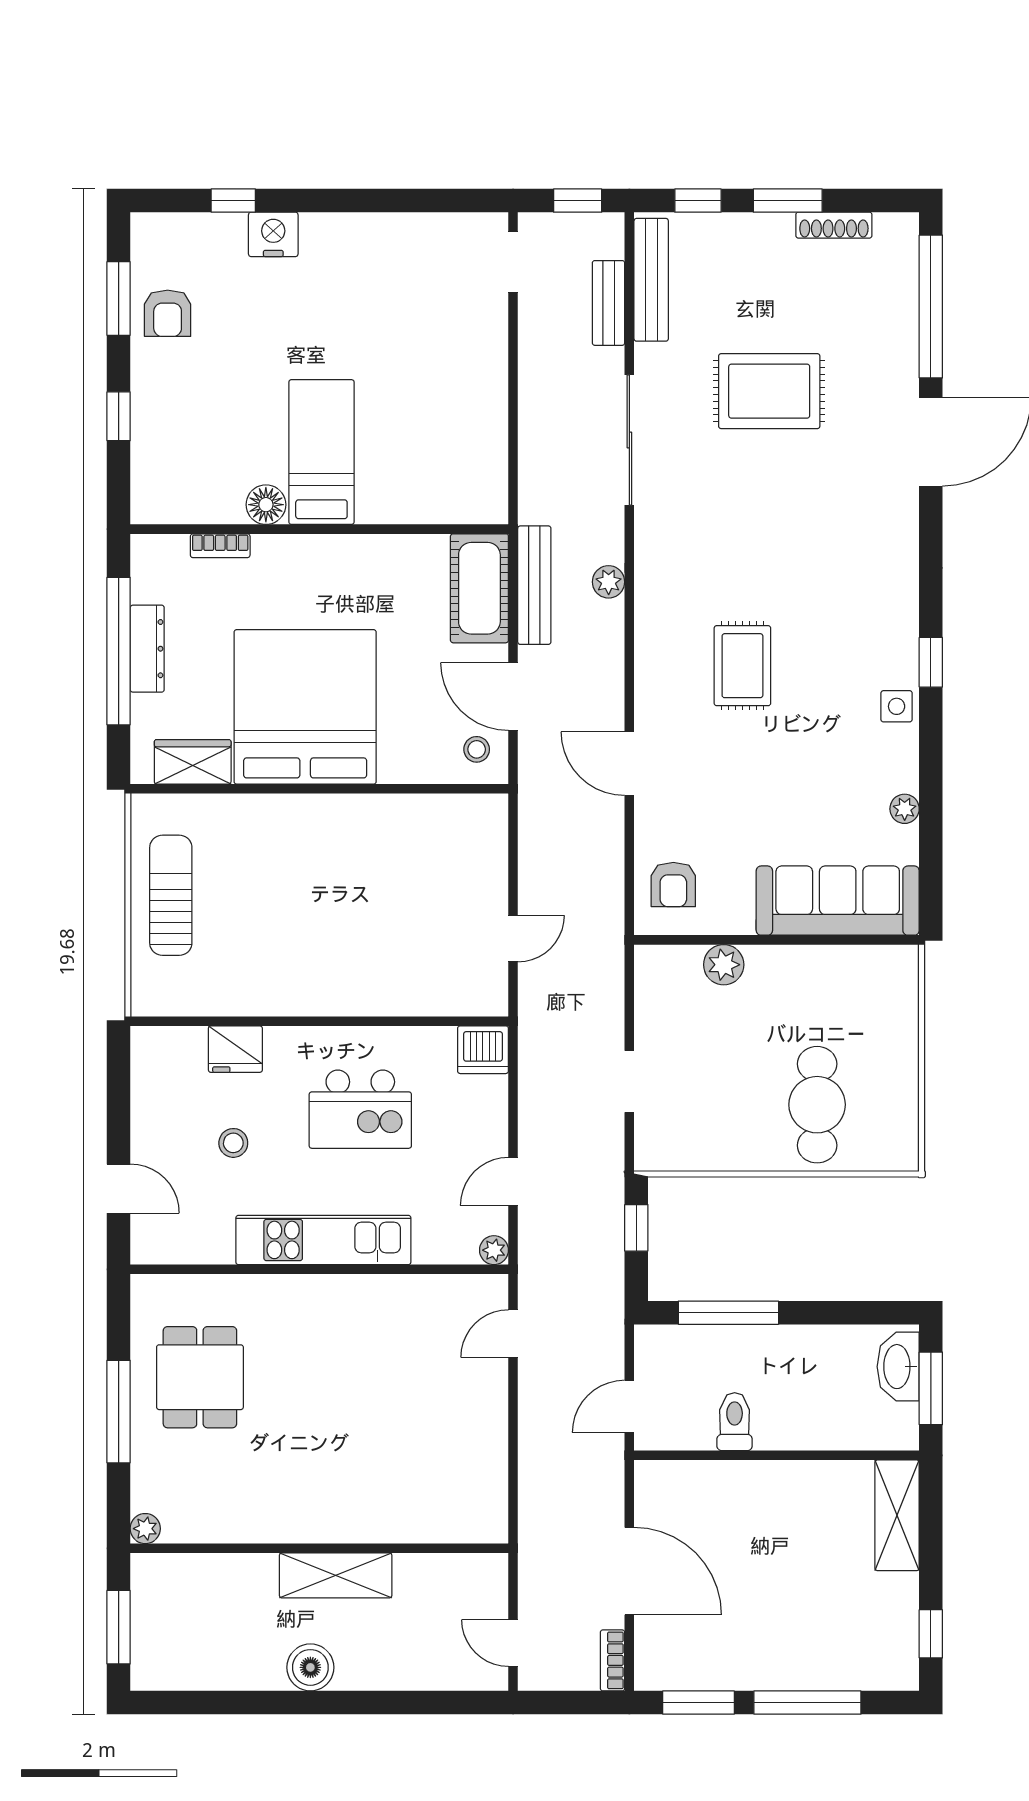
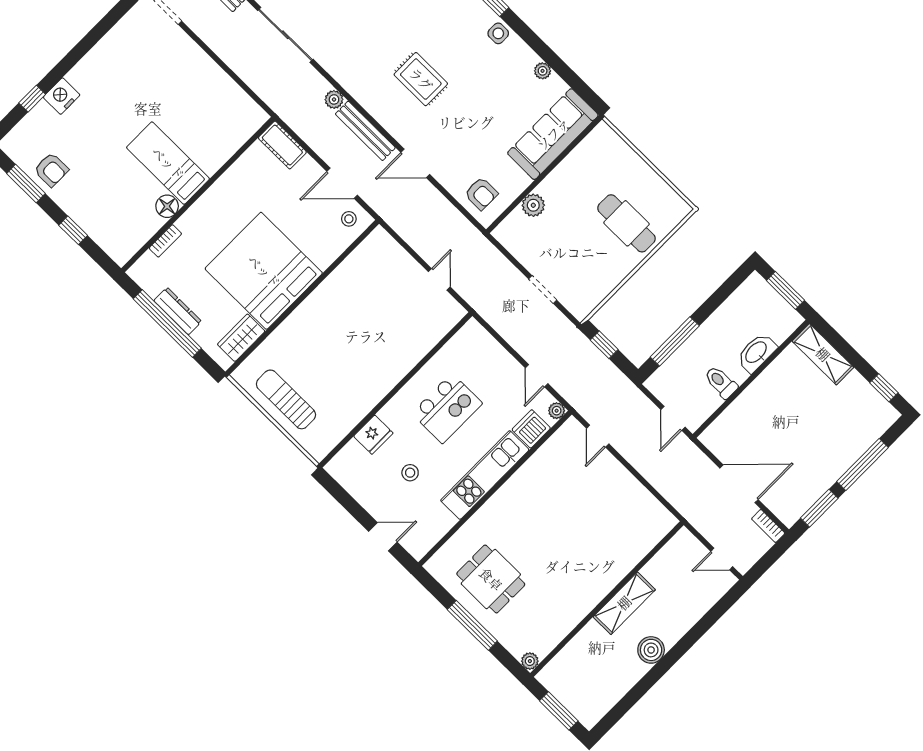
bench: (534, 585) -> (365, 131), moved
cot: (479, 588) -> (282, 145), width x0.73, depth x0.75
dishwasher: (483, 1050) -> (531, 429), moved, turned 180
washbasin: (898, 1367) -> (756, 353), moved, turned 90

